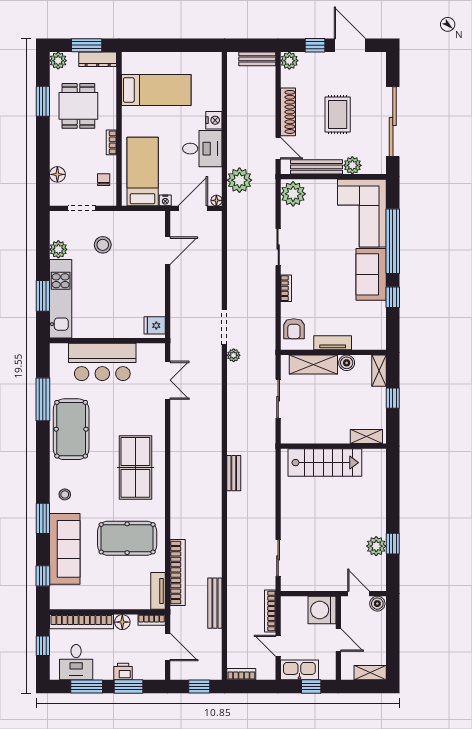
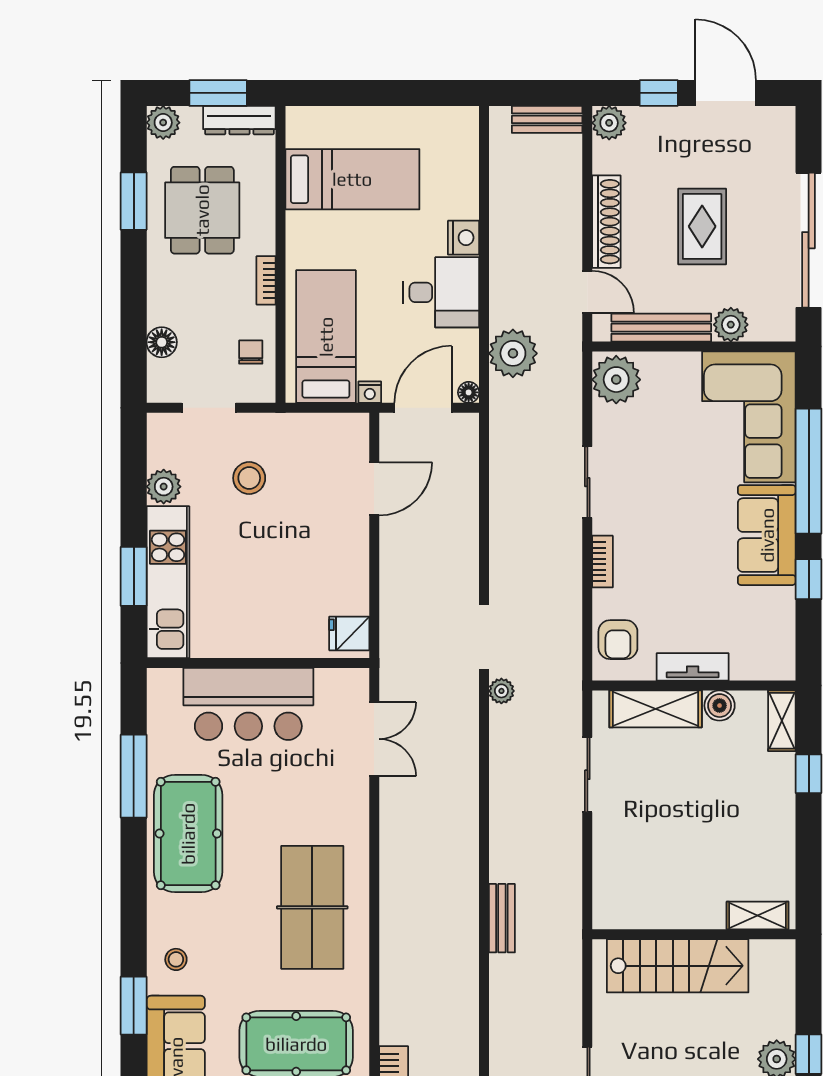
shelving: (366, 437) -> (758, 915), moved
wall: (333, 446) -> (694, 934), moved
stairs: (325, 463) -> (678, 966), moved

